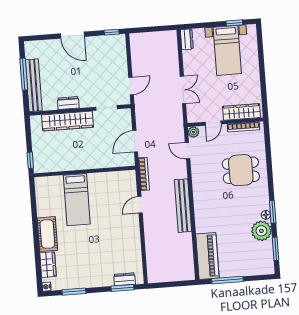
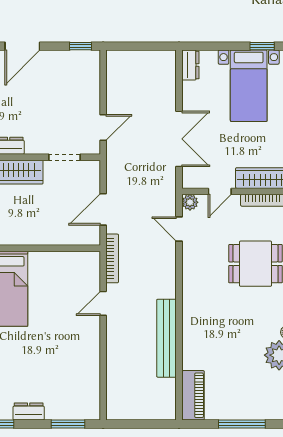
door: (72, 35) -> (22, 46), hinge flipped
double door: (183, 90) -> (179, 139), width x1.37
bench: (183, 206) -> (166, 338), moved
piano: (207, 256) -> (193, 395), width x0.73, depth x0.75
dresser: (125, 279) -> (29, 411), moved
window: (227, 280) -> (242, 424), moved

